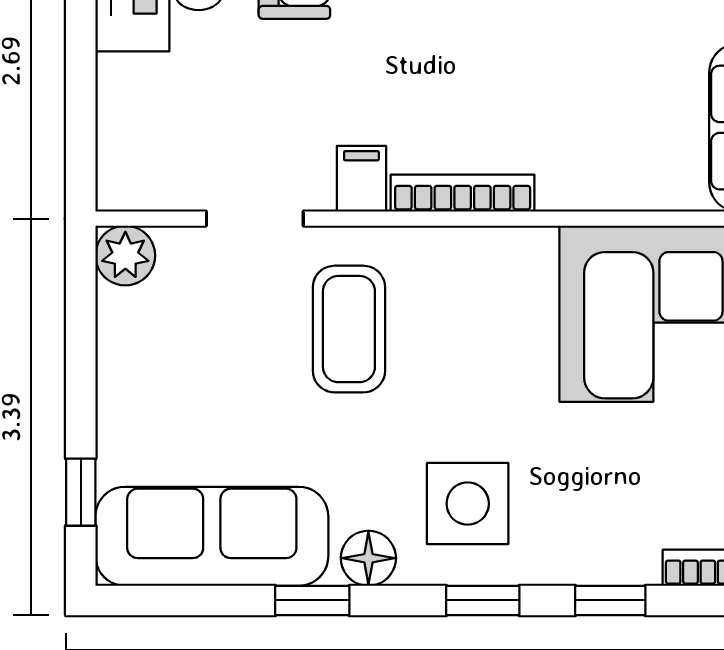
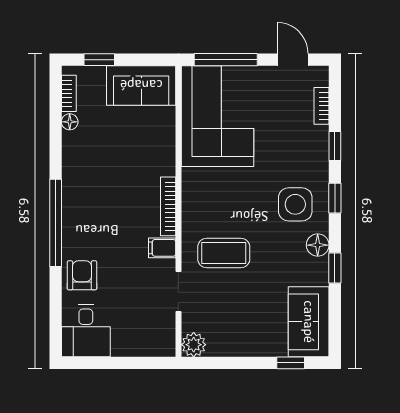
sofa: (212, 536) -> (309, 322), width x0.73

